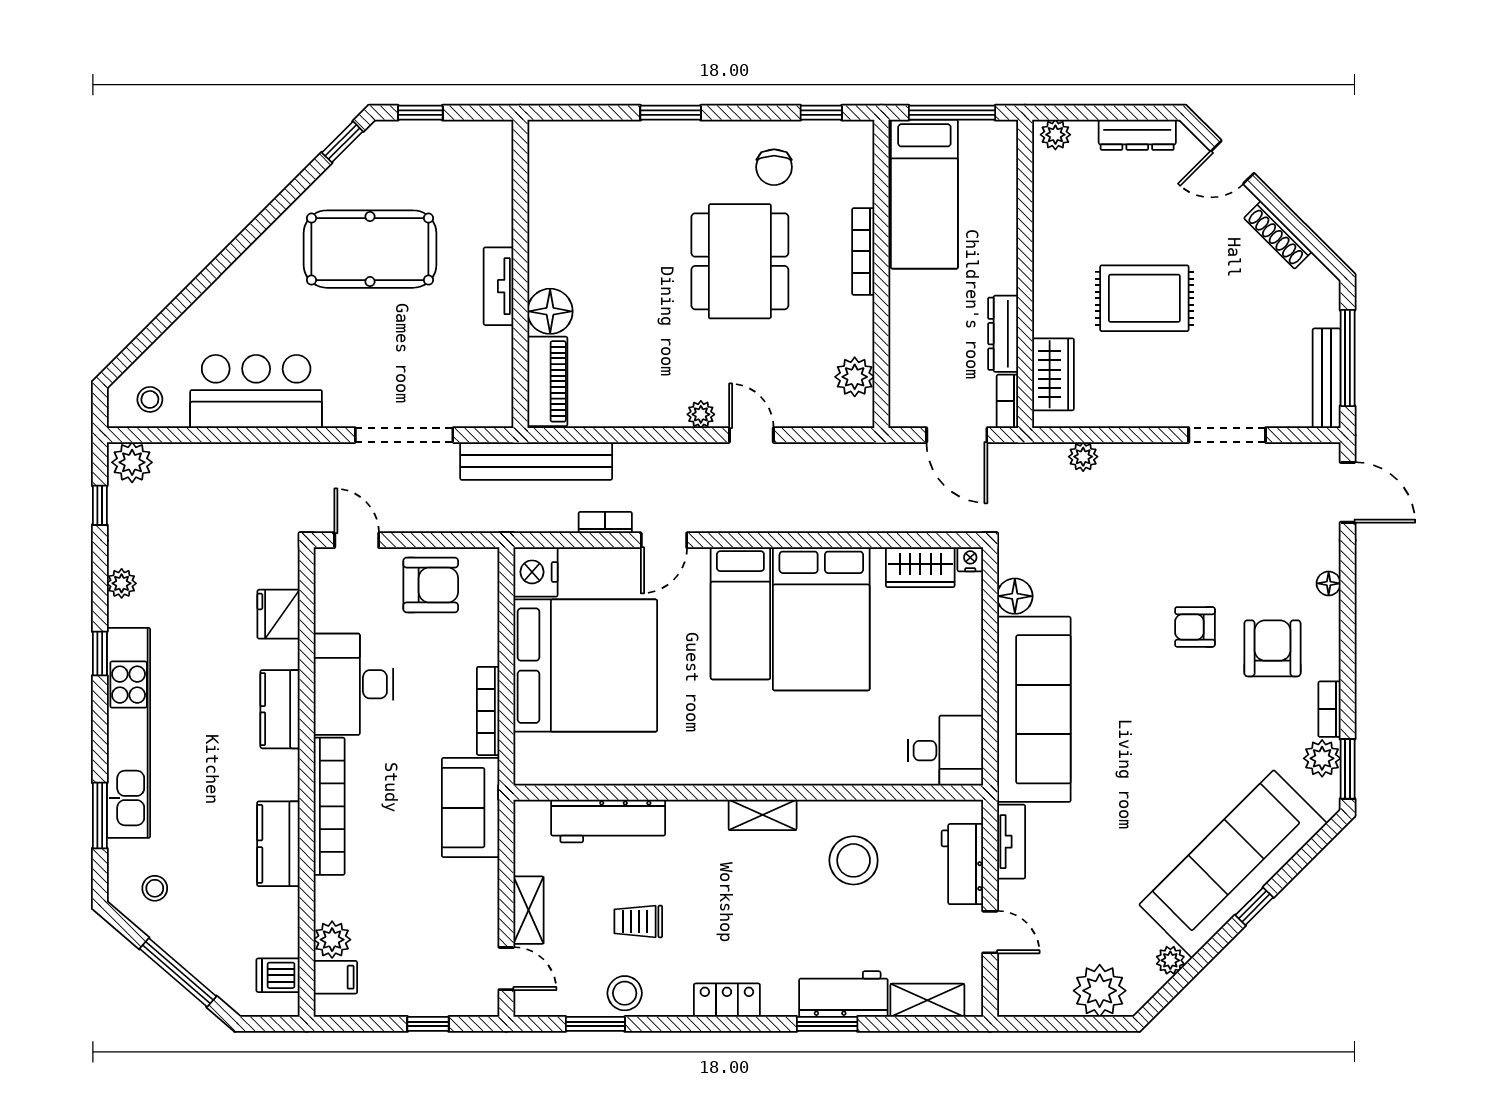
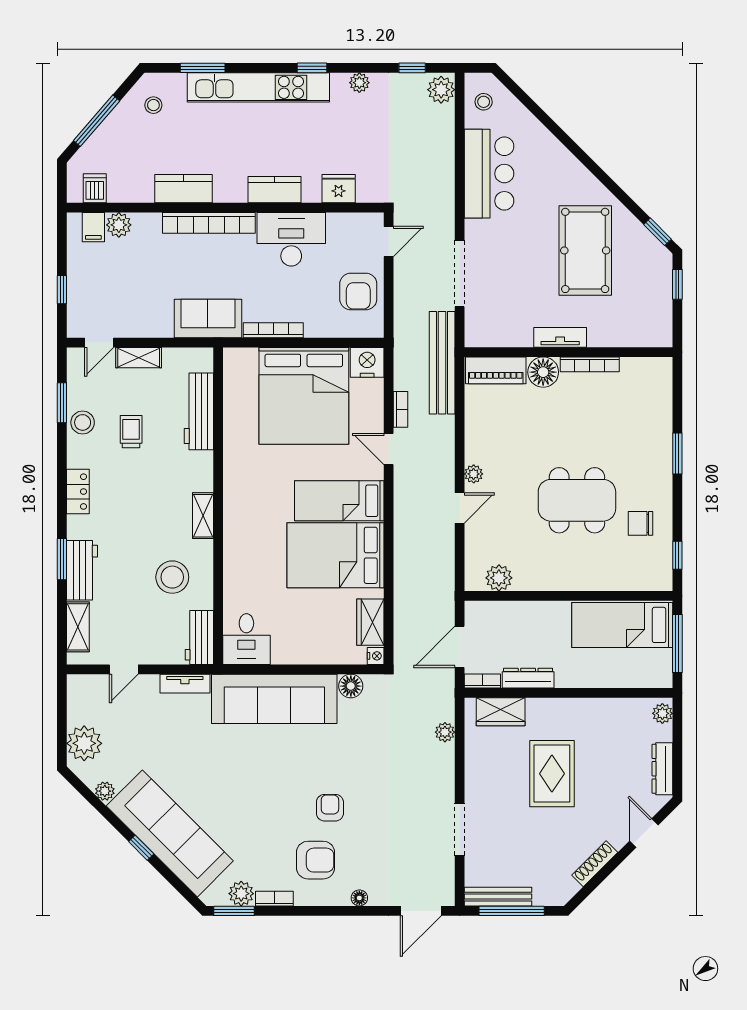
bookcase: (863, 251) -> (590, 364), moved, turned 180
workbench: (962, 864) -> (199, 637), moved, turned -90

